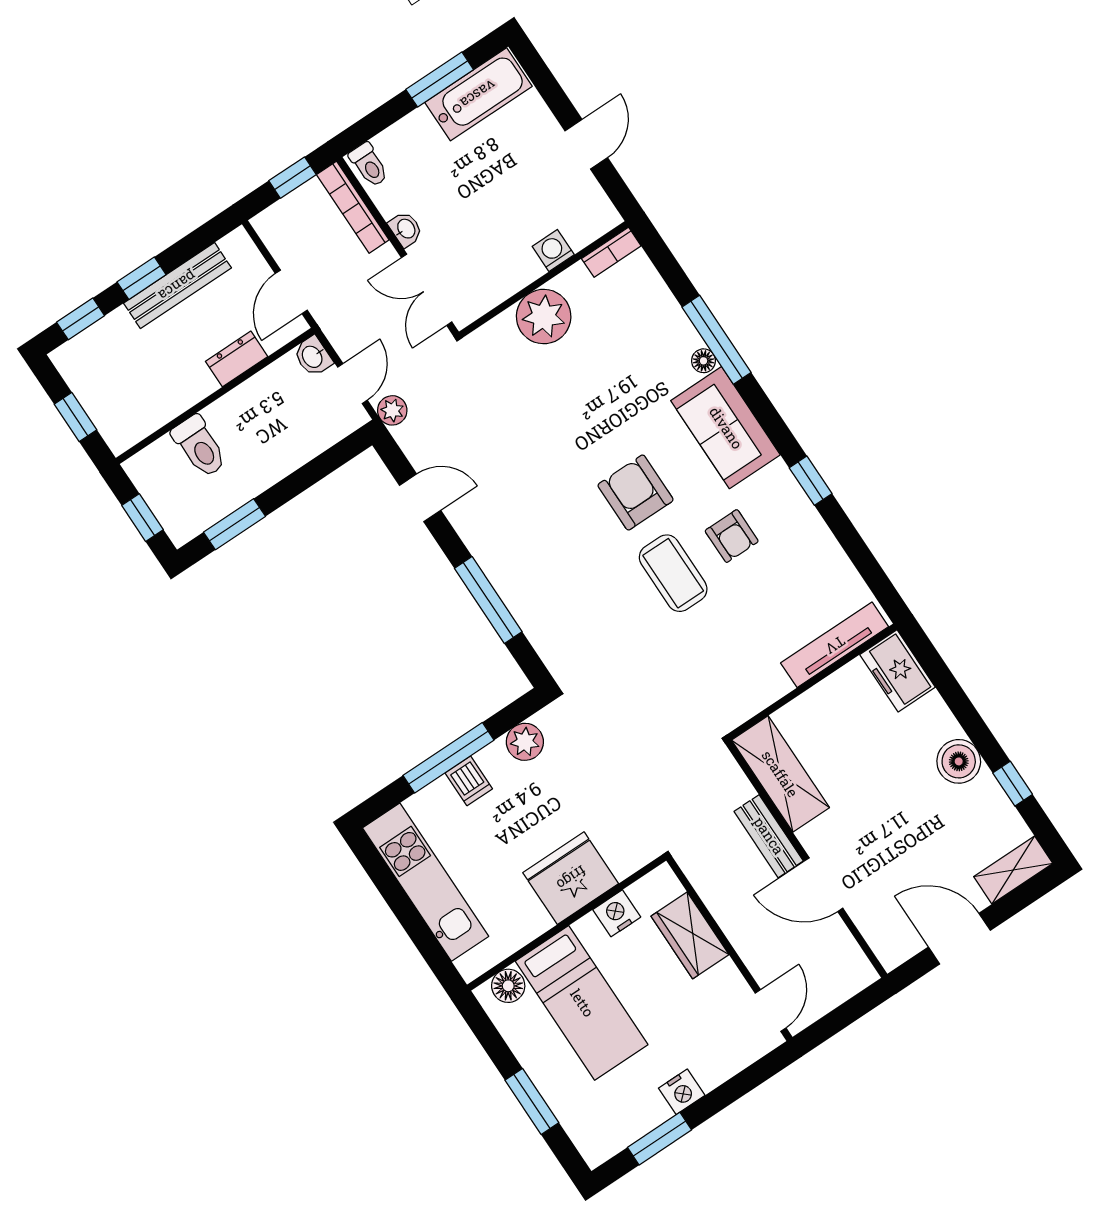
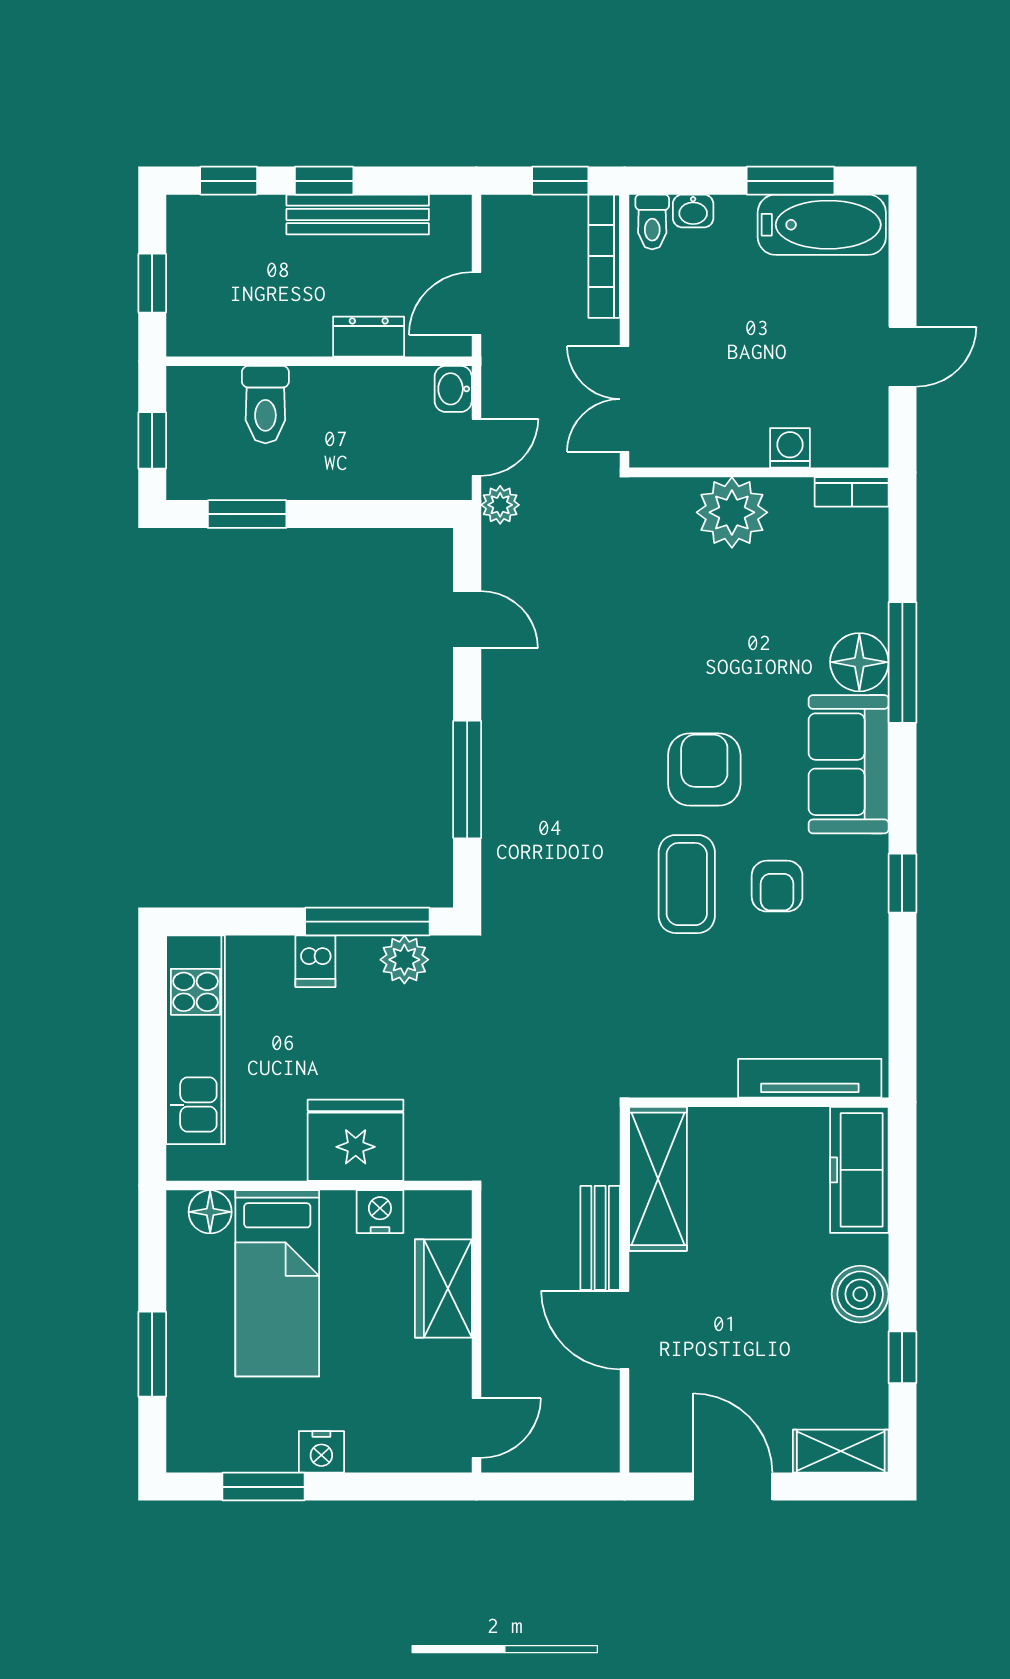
washbasin: (406, 229) -> (693, 211), moved, turned 90
floor lamp: (704, 361) -> (859, 662), width x1.89, depth x1.89
freezer: (898, 671) -> (859, 1170), width x1.40
window: (448, 758) -> (367, 922), moved

